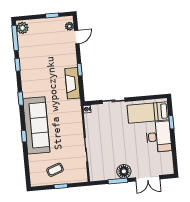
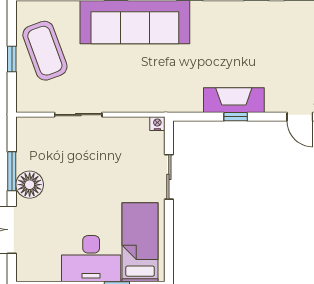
fireplace: (72, 83) -> (234, 100), moved
coffee table: (55, 170) -> (45, 51), width x1.86, depth x1.72

